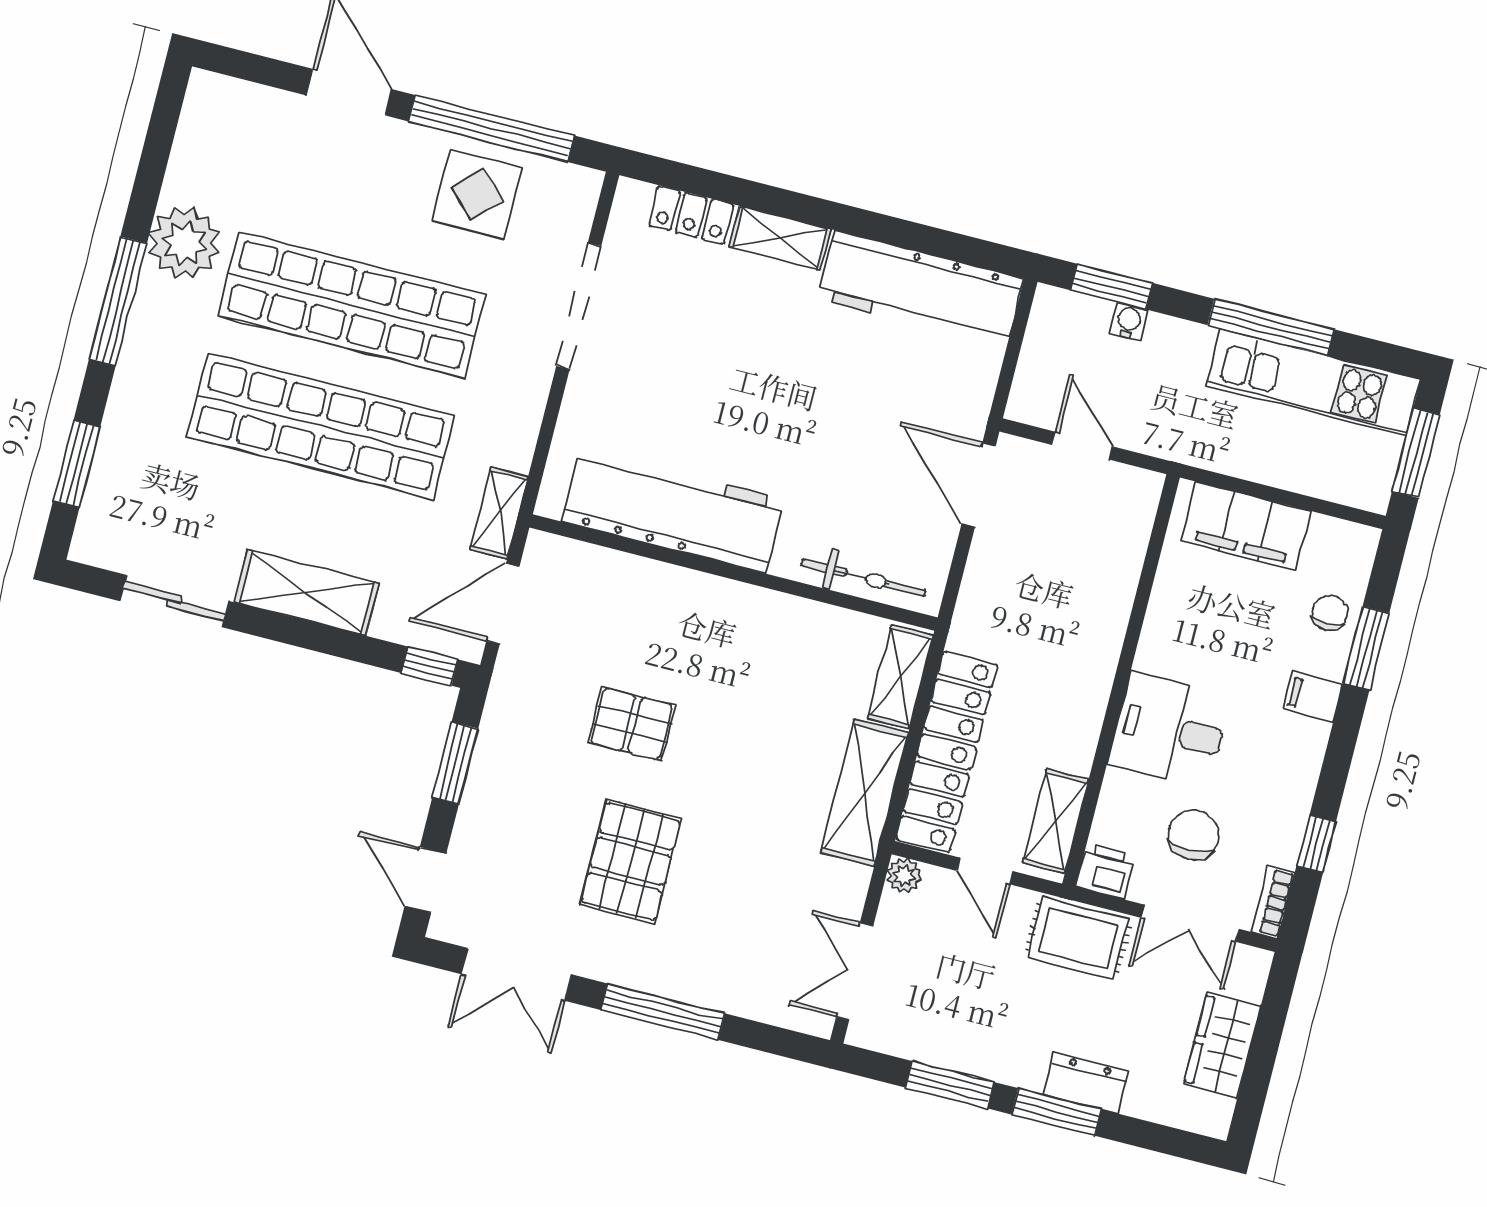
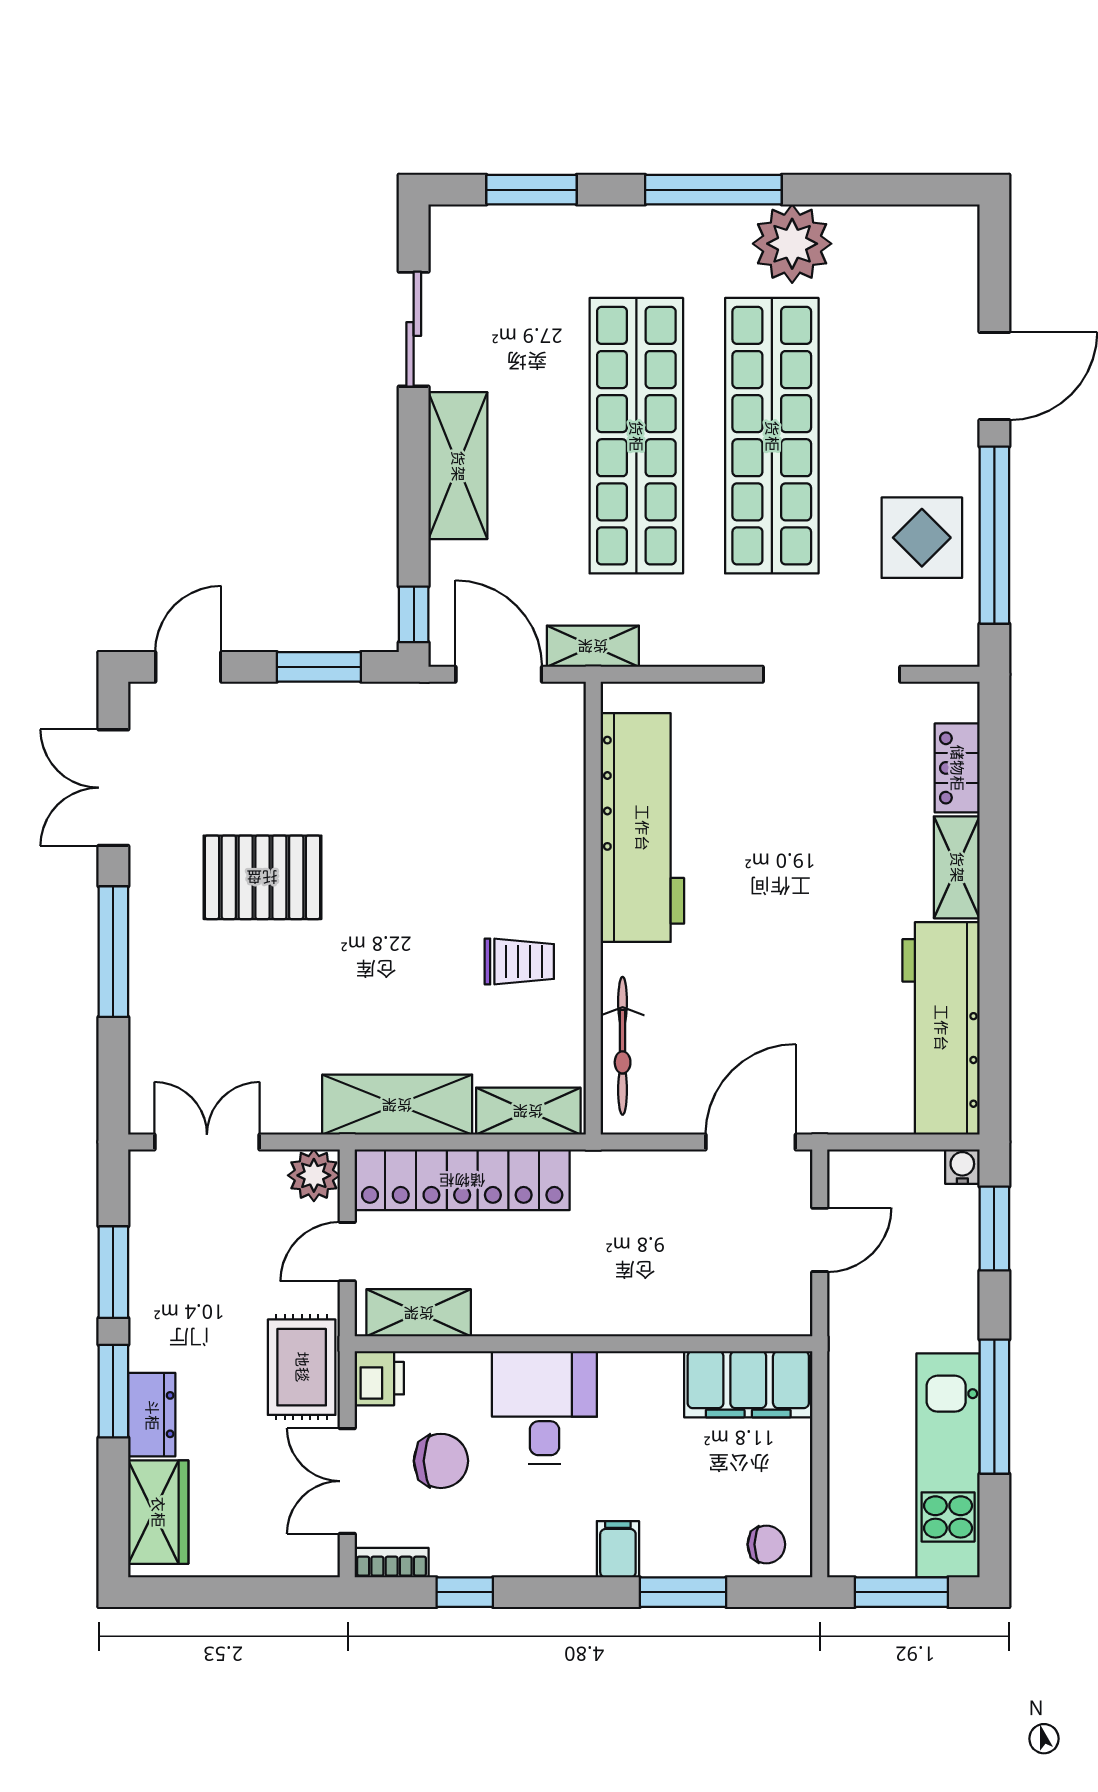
water cooler: (1129, 322) -> (962, 1167), moved, turned -90
filing cabinet: (1246, 526) -> (748, 1384), moved, turned -90
chair: (1330, 613) -> (766, 1544), moved
trolley: (764, 651) -> (519, 962), added
pallet: (632, 724) -> (407, 842), removed
plant: (904, 875) -> (314, 1175), width x1.38, depth x1.38
wardrobe: (1222, 1045) -> (158, 1512), moved, turned 90

